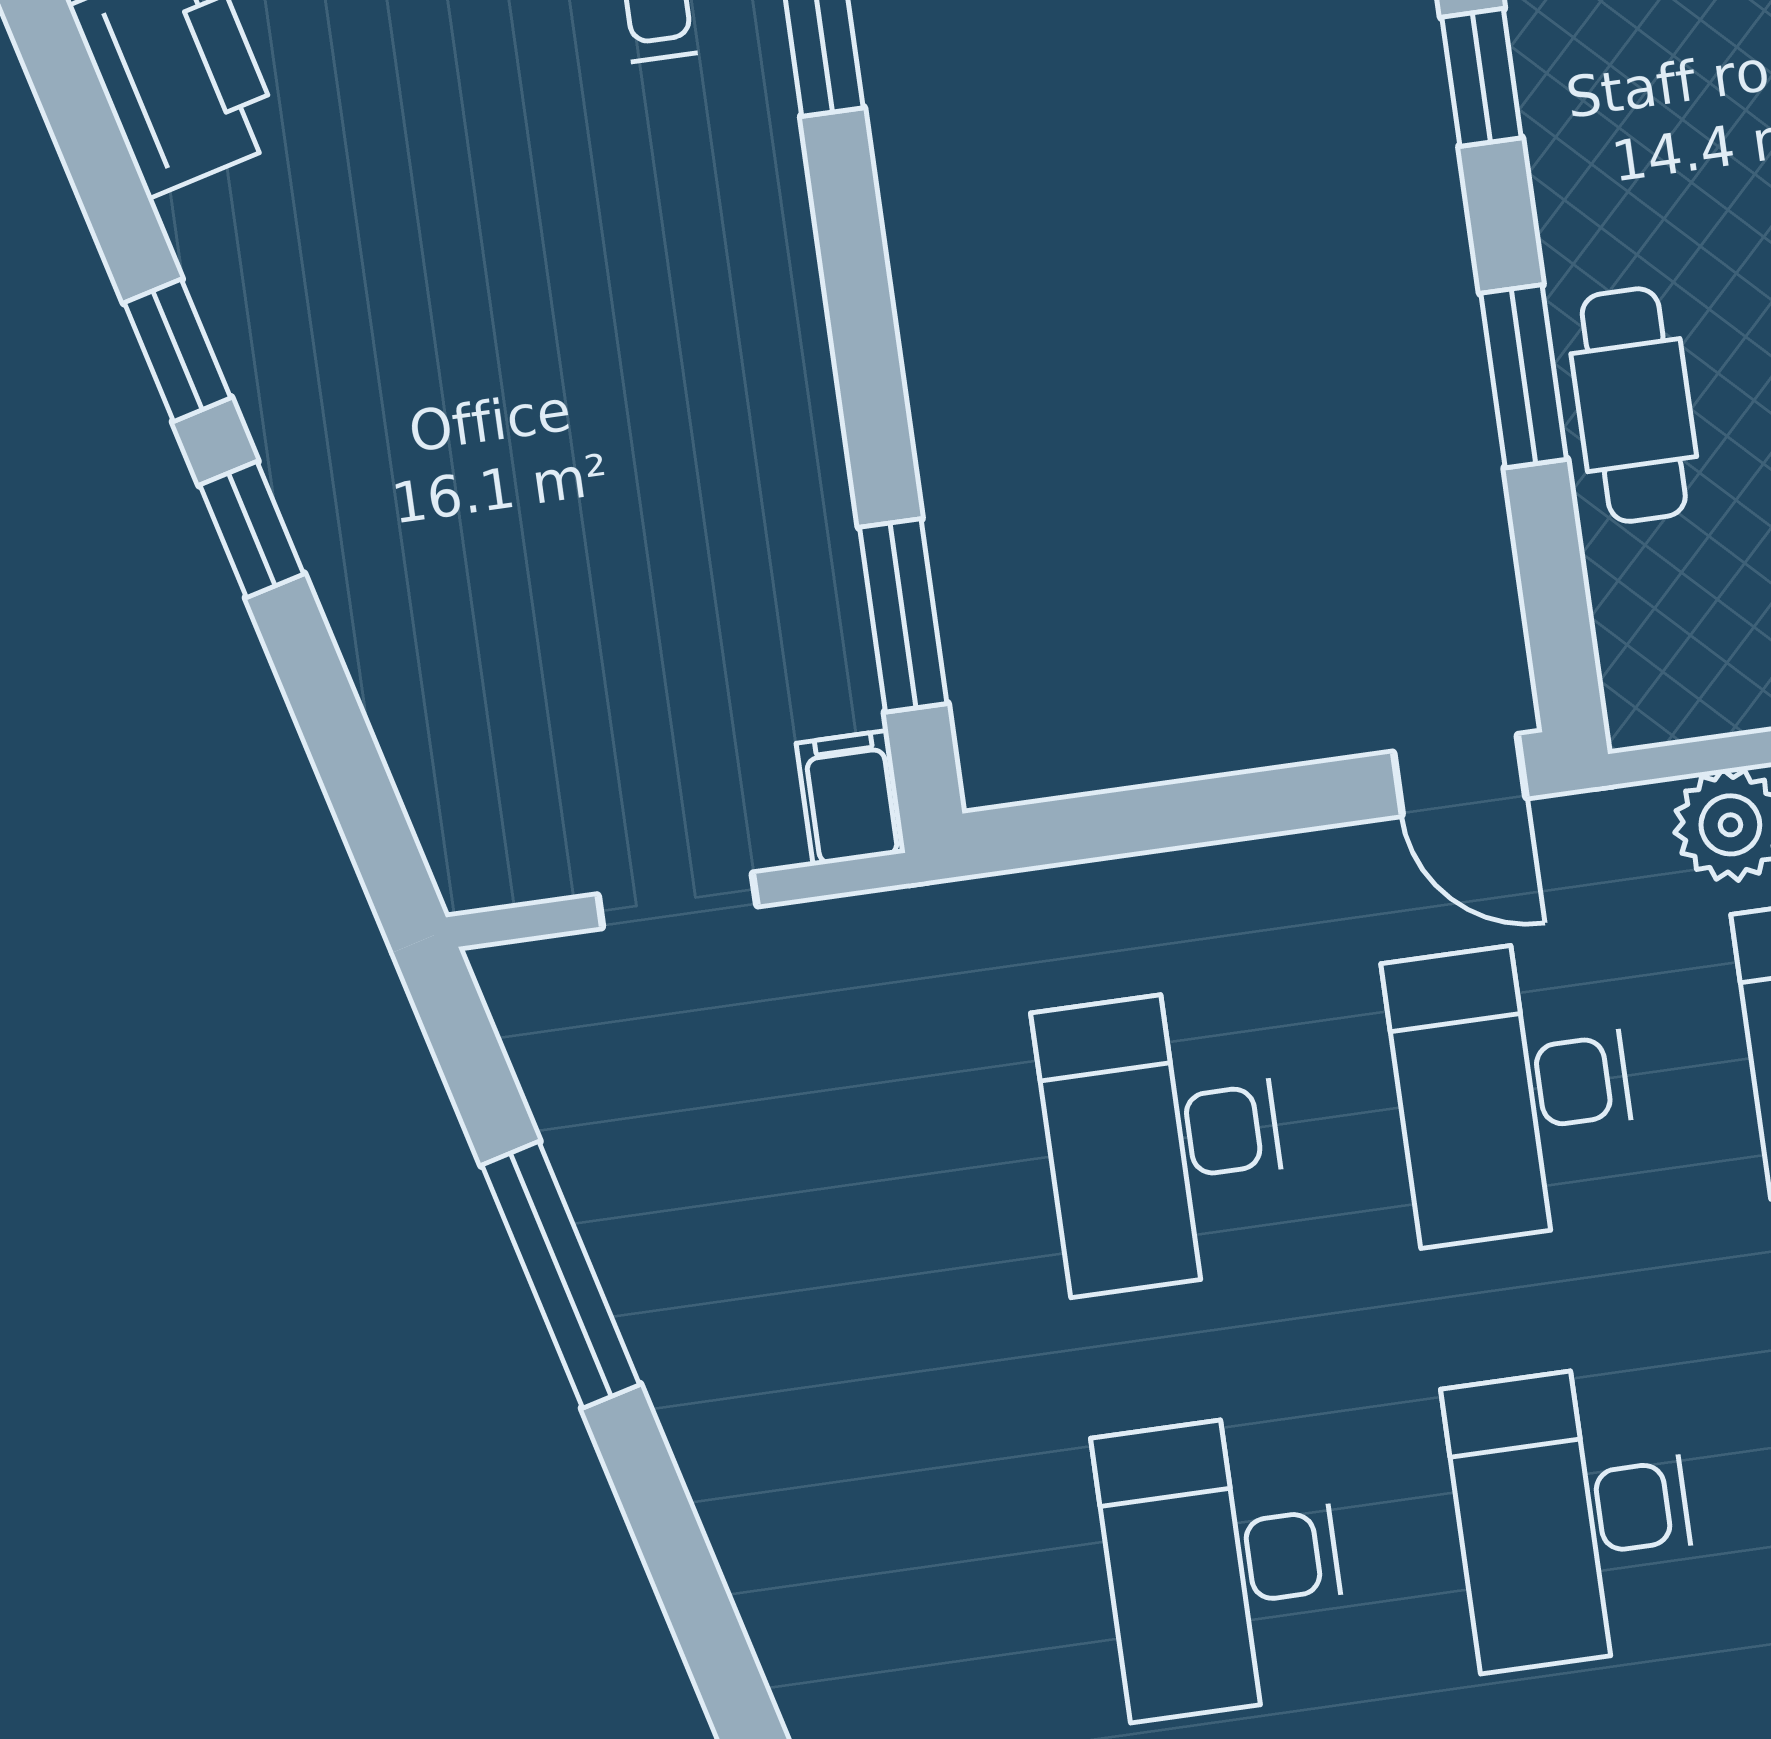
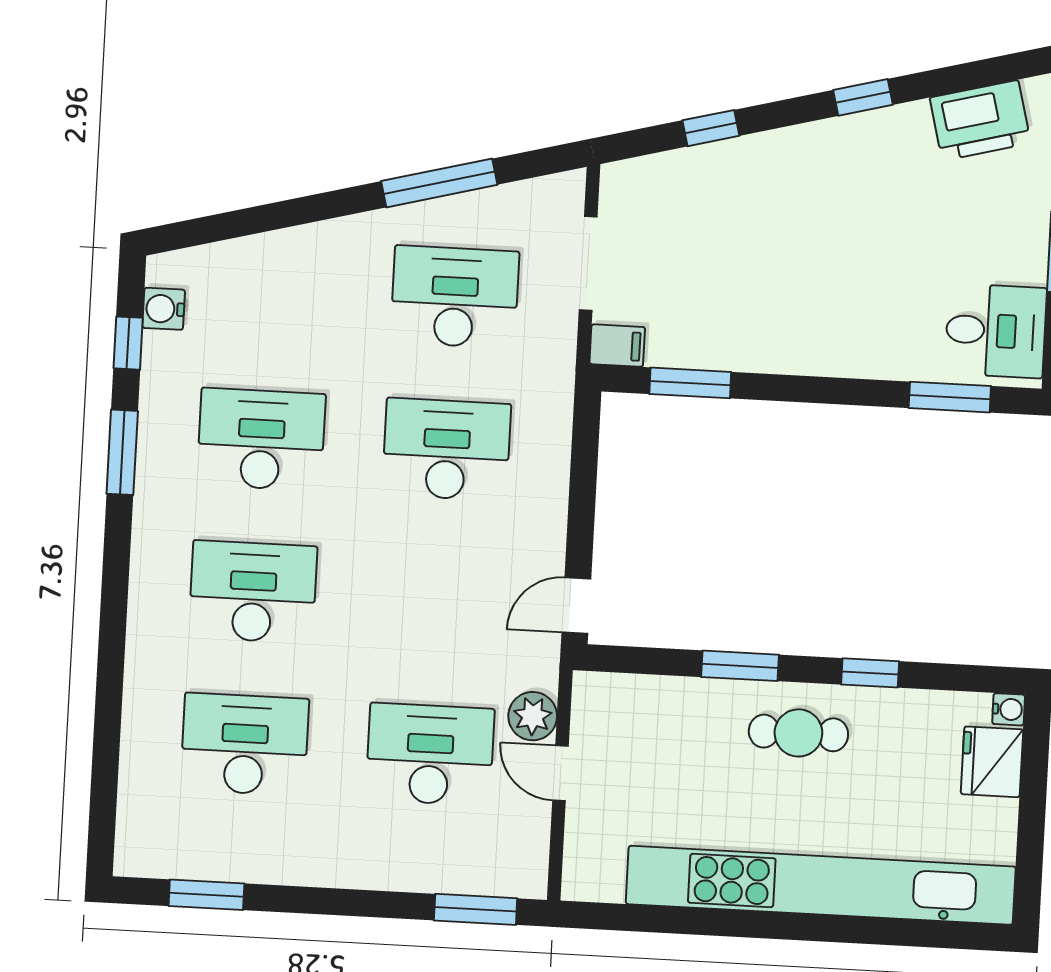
cafe table: (1634, 405) -> (798, 733), moved
window: (252, 530) -> (711, 128), moved
doorway: (677, 900) -> (588, 264), width x1.38
desk: (1513, 1090) -> (455, 297), moved

